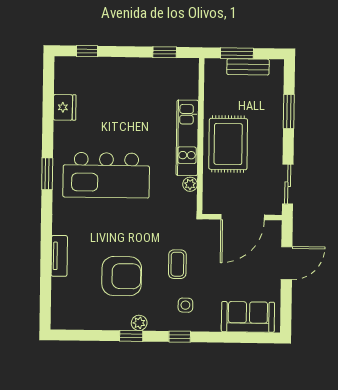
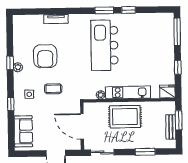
window: (87, 51) -> (177, 32), width x2.17
window: (165, 52) -> (178, 67), moved
fridge: (65, 107) -> (167, 91), moved, turned 180
window: (48, 133) -> (128, 10), added
window: (180, 337) -> (11, 104), moved

